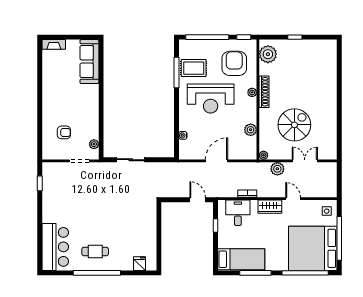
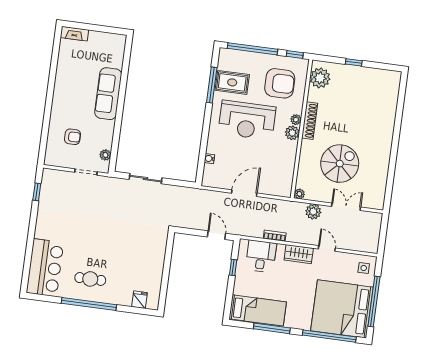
sofa: (89, 62) -> (108, 94), moved
armchair: (234, 63) -> (280, 83), turned 90
plant: (251, 130) -> (292, 133), moved

